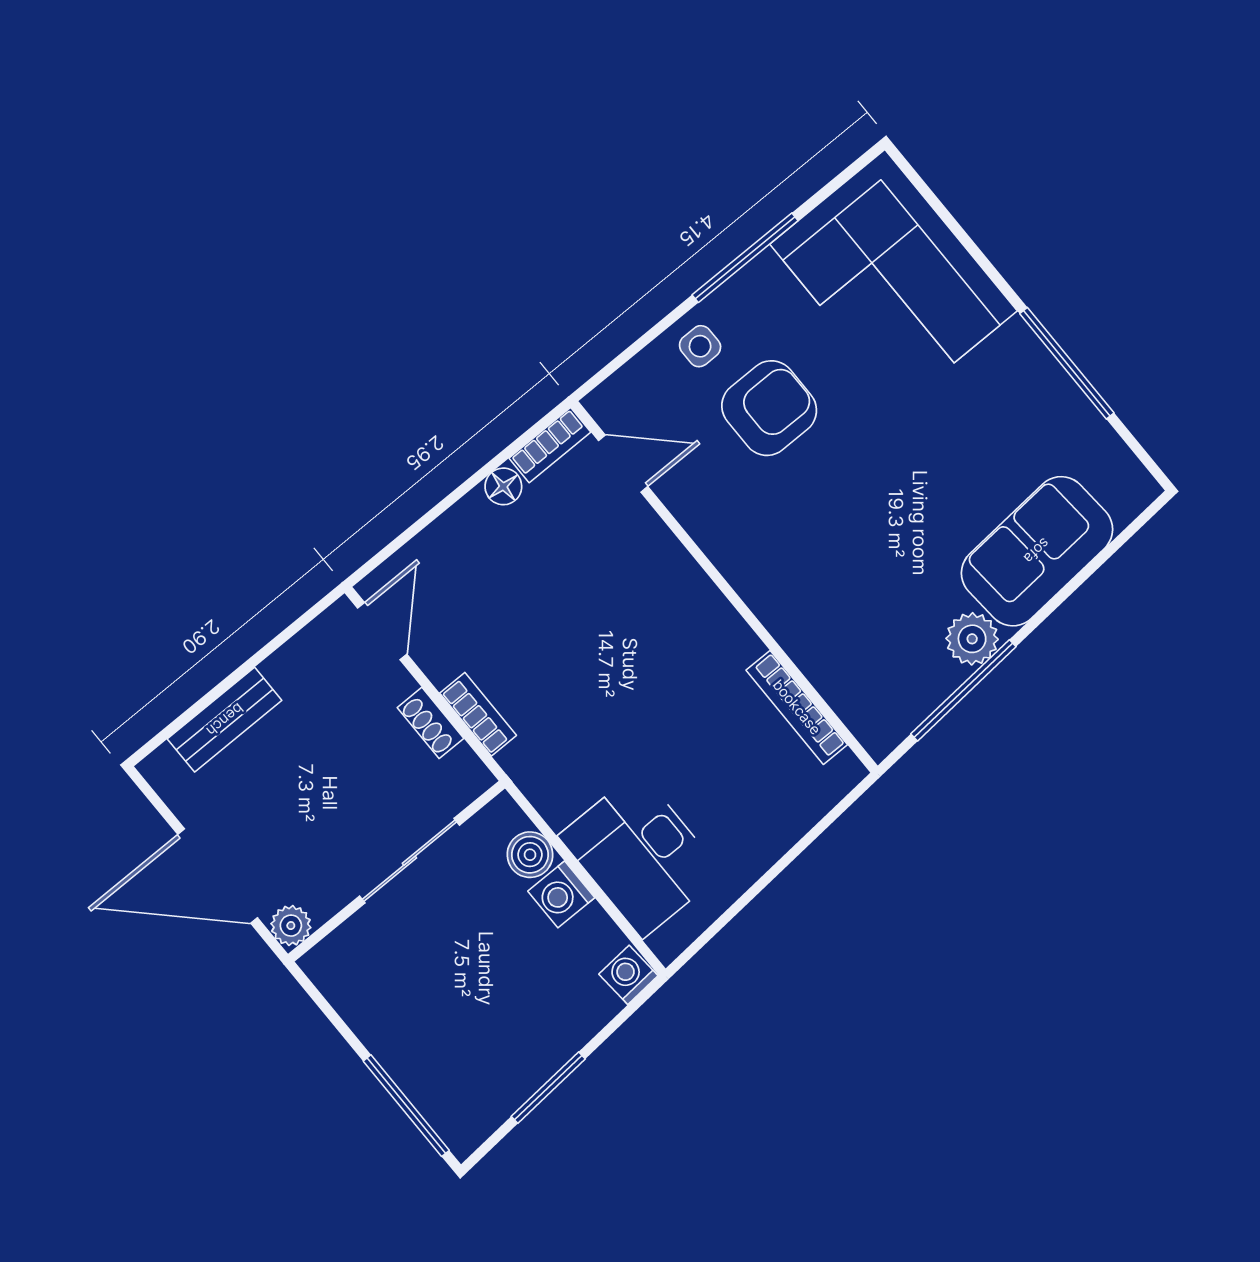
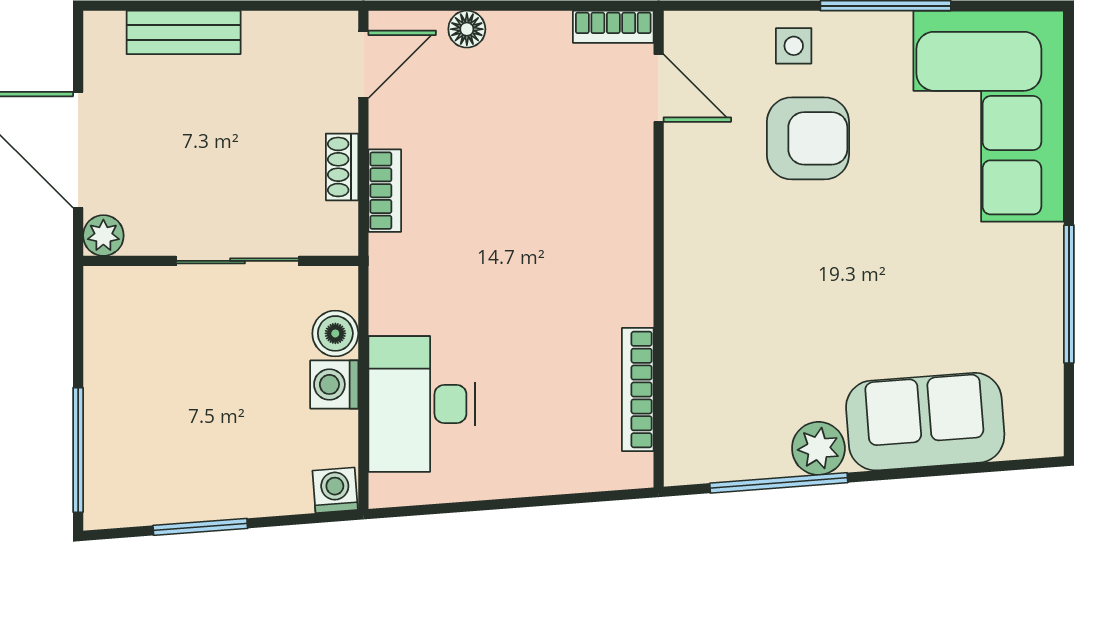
floor lamp: (503, 486) -> (467, 29), moved

